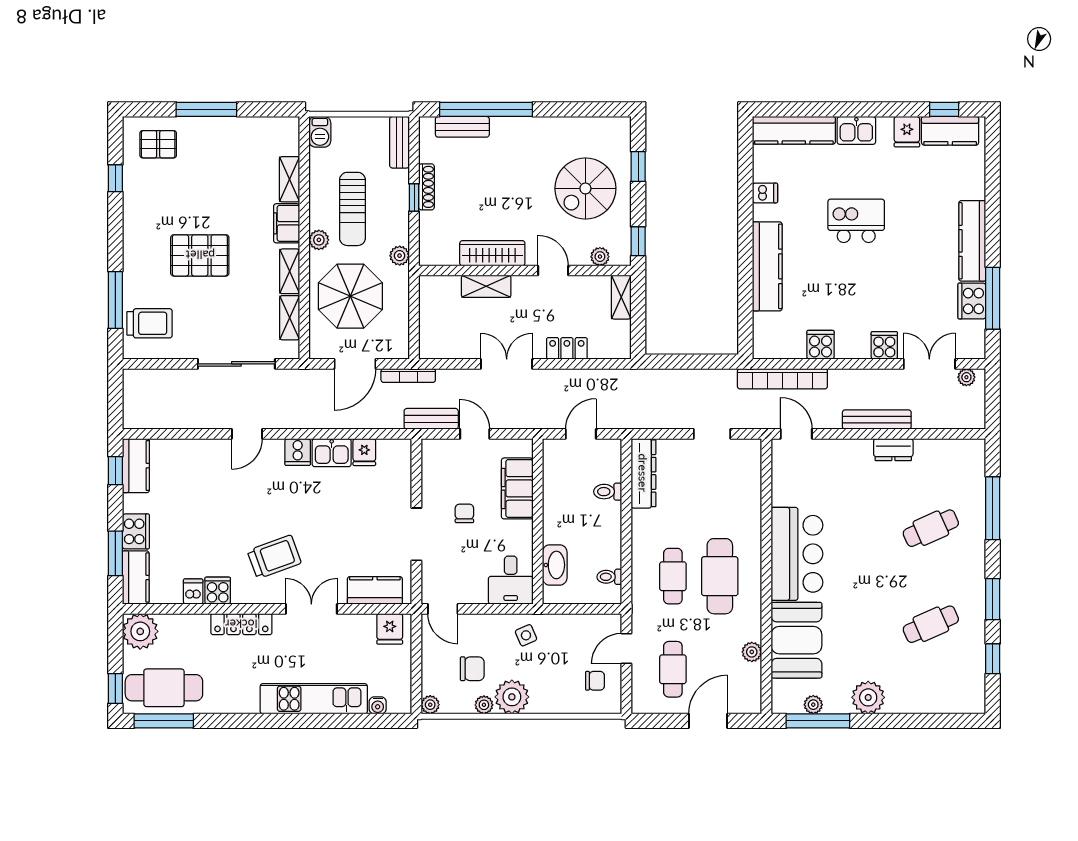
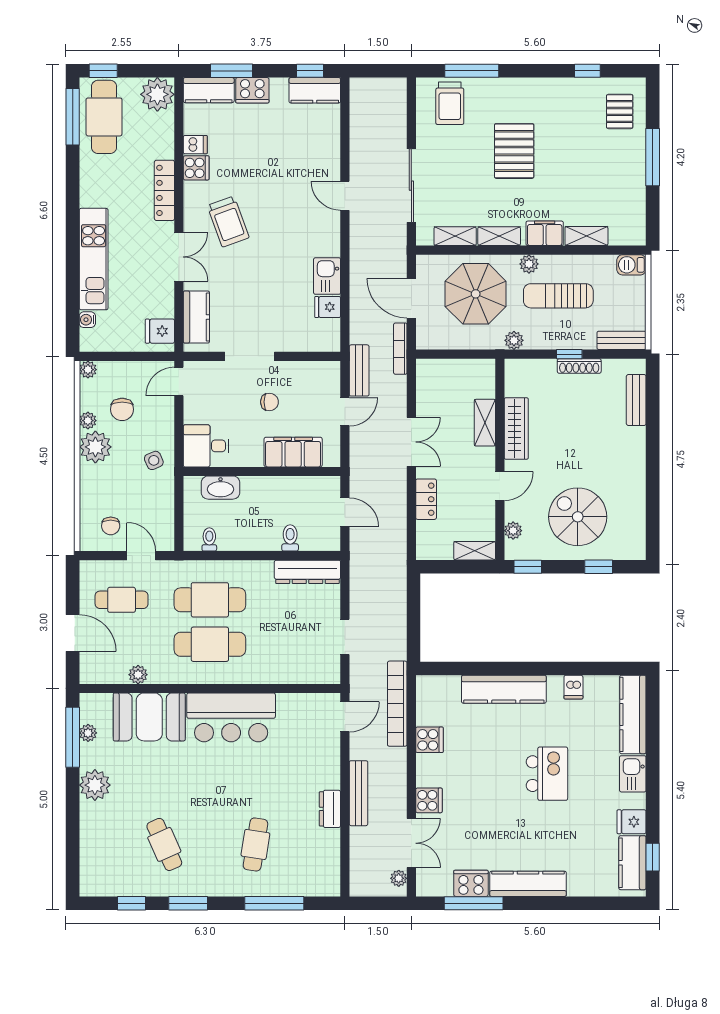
window: (486, 109) -> (653, 422), removed
cooker: (298, 452) -> (328, 244), removed
cafe table: (931, 528) -> (255, 844), turned 33
cafe table: (673, 576) -> (210, 600), width x1.37, depth x1.35

